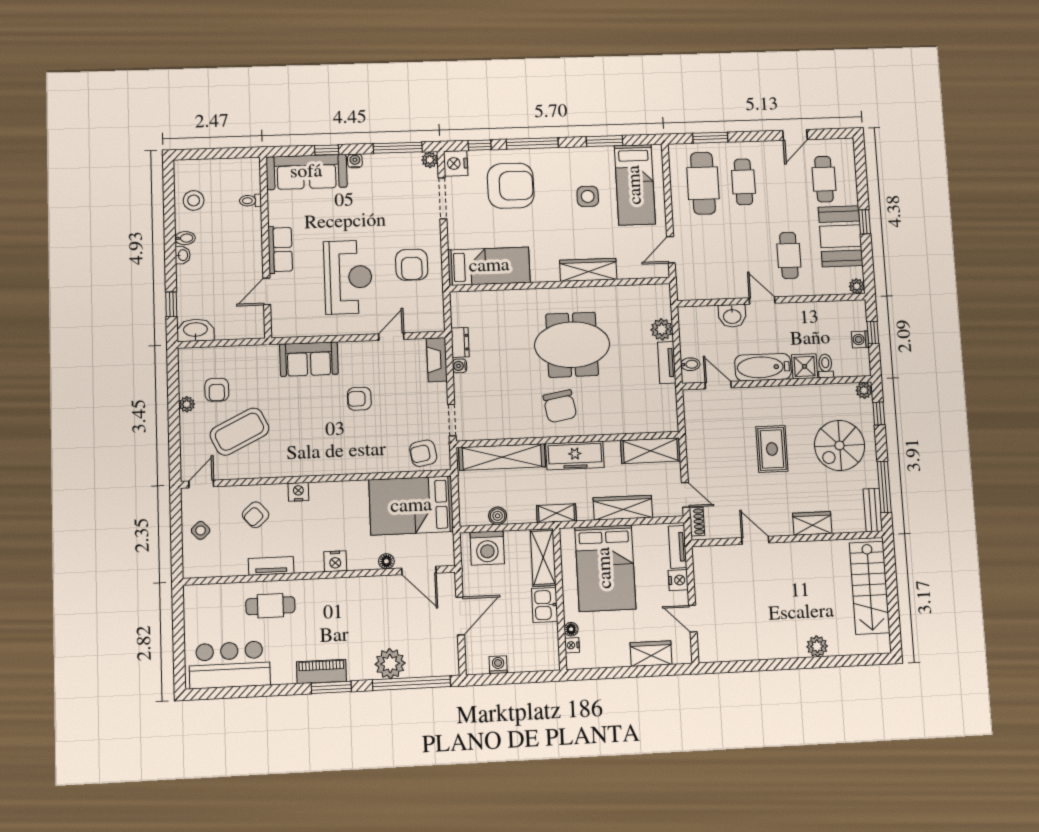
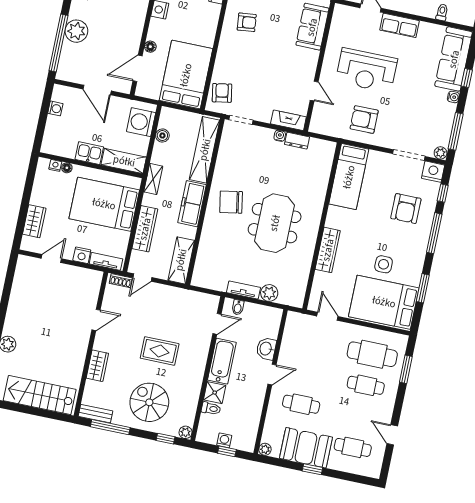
bed: (635, 185) -> (384, 302), width x1.50
armchair: (511, 186) -> (406, 209), width x0.73, depth x0.73
armchair: (359, 399) -> (247, 22), moved, turned 84

